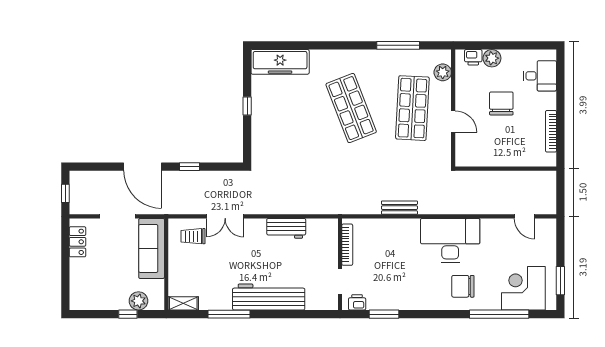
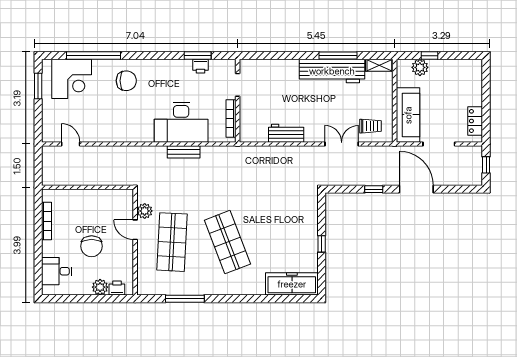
plant: (443, 72) -> (145, 211), moved
desk: (450, 240) -> (181, 122), moved
workbench: (269, 297) -> (332, 71), moved
printer: (357, 302) -> (201, 66), moved

